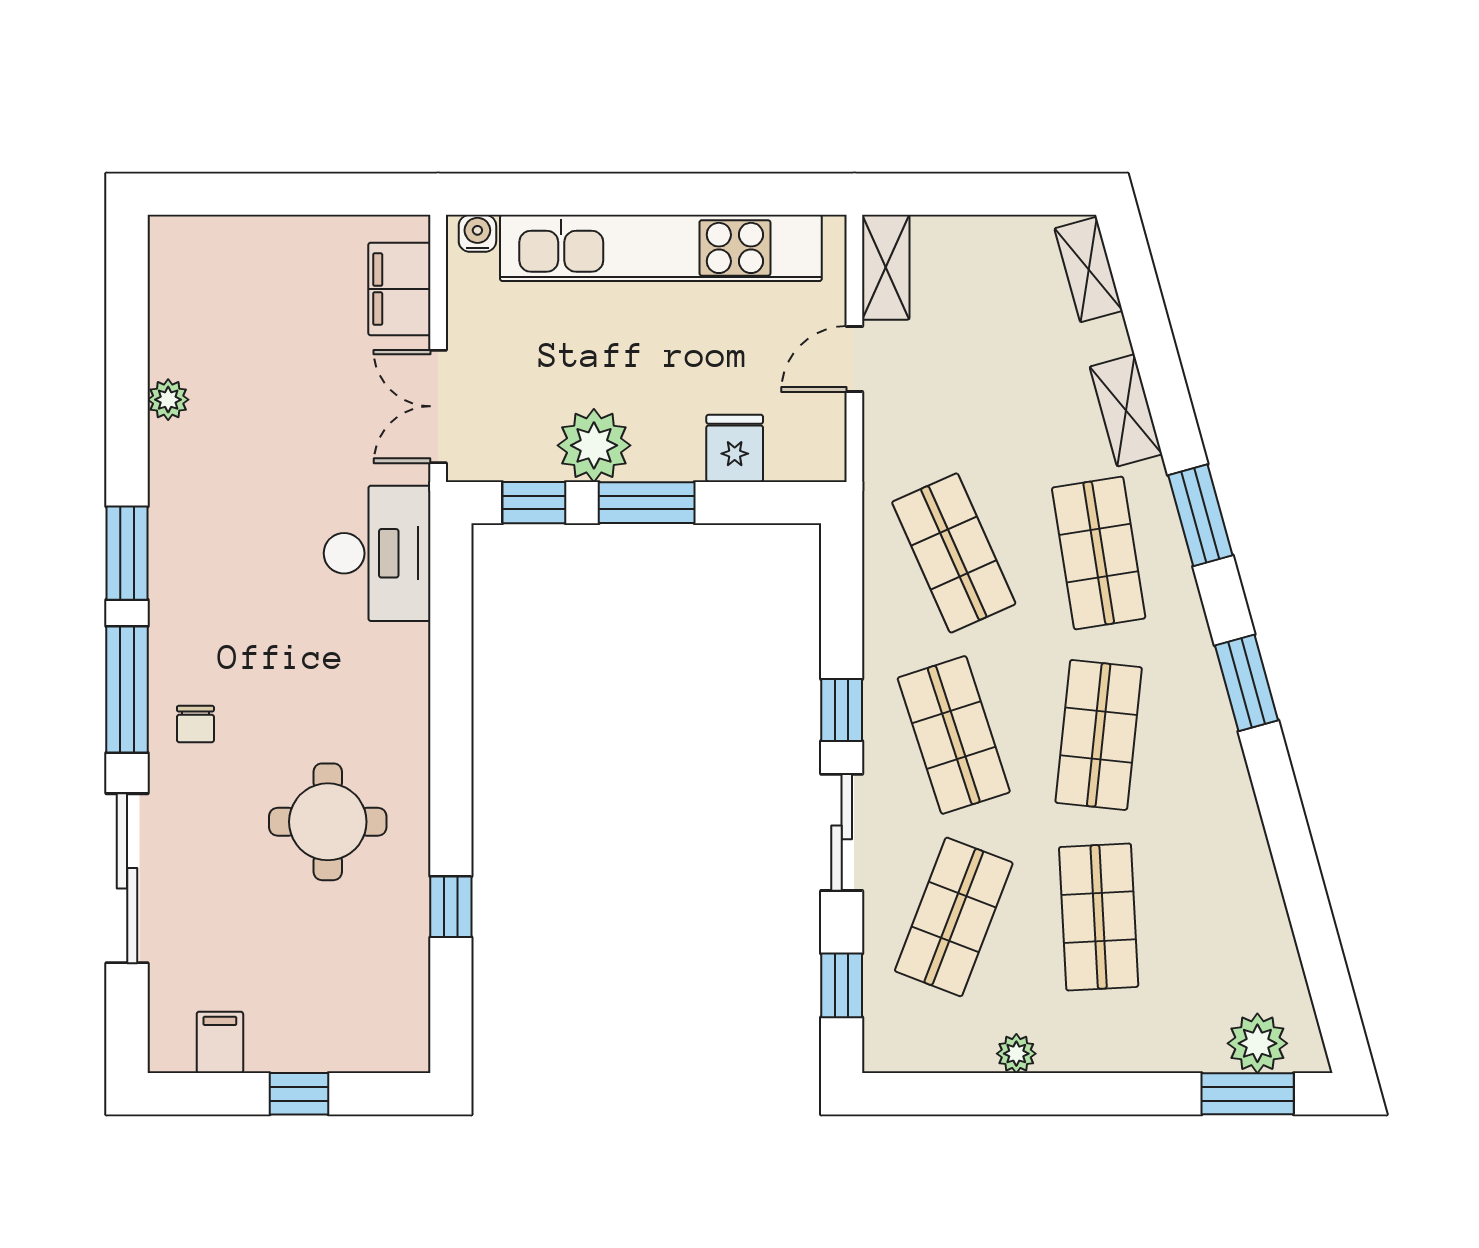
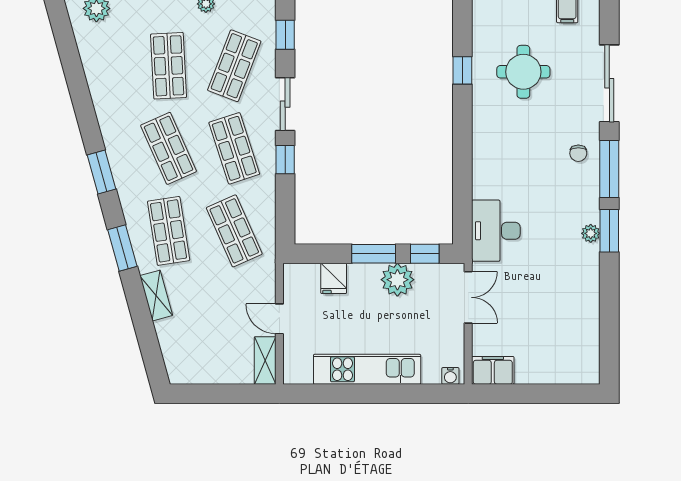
kitchen unit: (661, 248) -> (367, 369), width x0.73
shelving: (1089, 270) -> (173, 359), removed
filing cabinet: (399, 289) -> (493, 370), moved, turned -90
door: (854, 359) -> (279, 319), swing flipped
plant: (168, 400) -> (591, 233), moved
chair: (195, 724) -> (578, 153), turned 180
shop shelf: (1099, 735) -> (169, 148), turned -30
round table: (328, 822) -> (523, 72), moved

